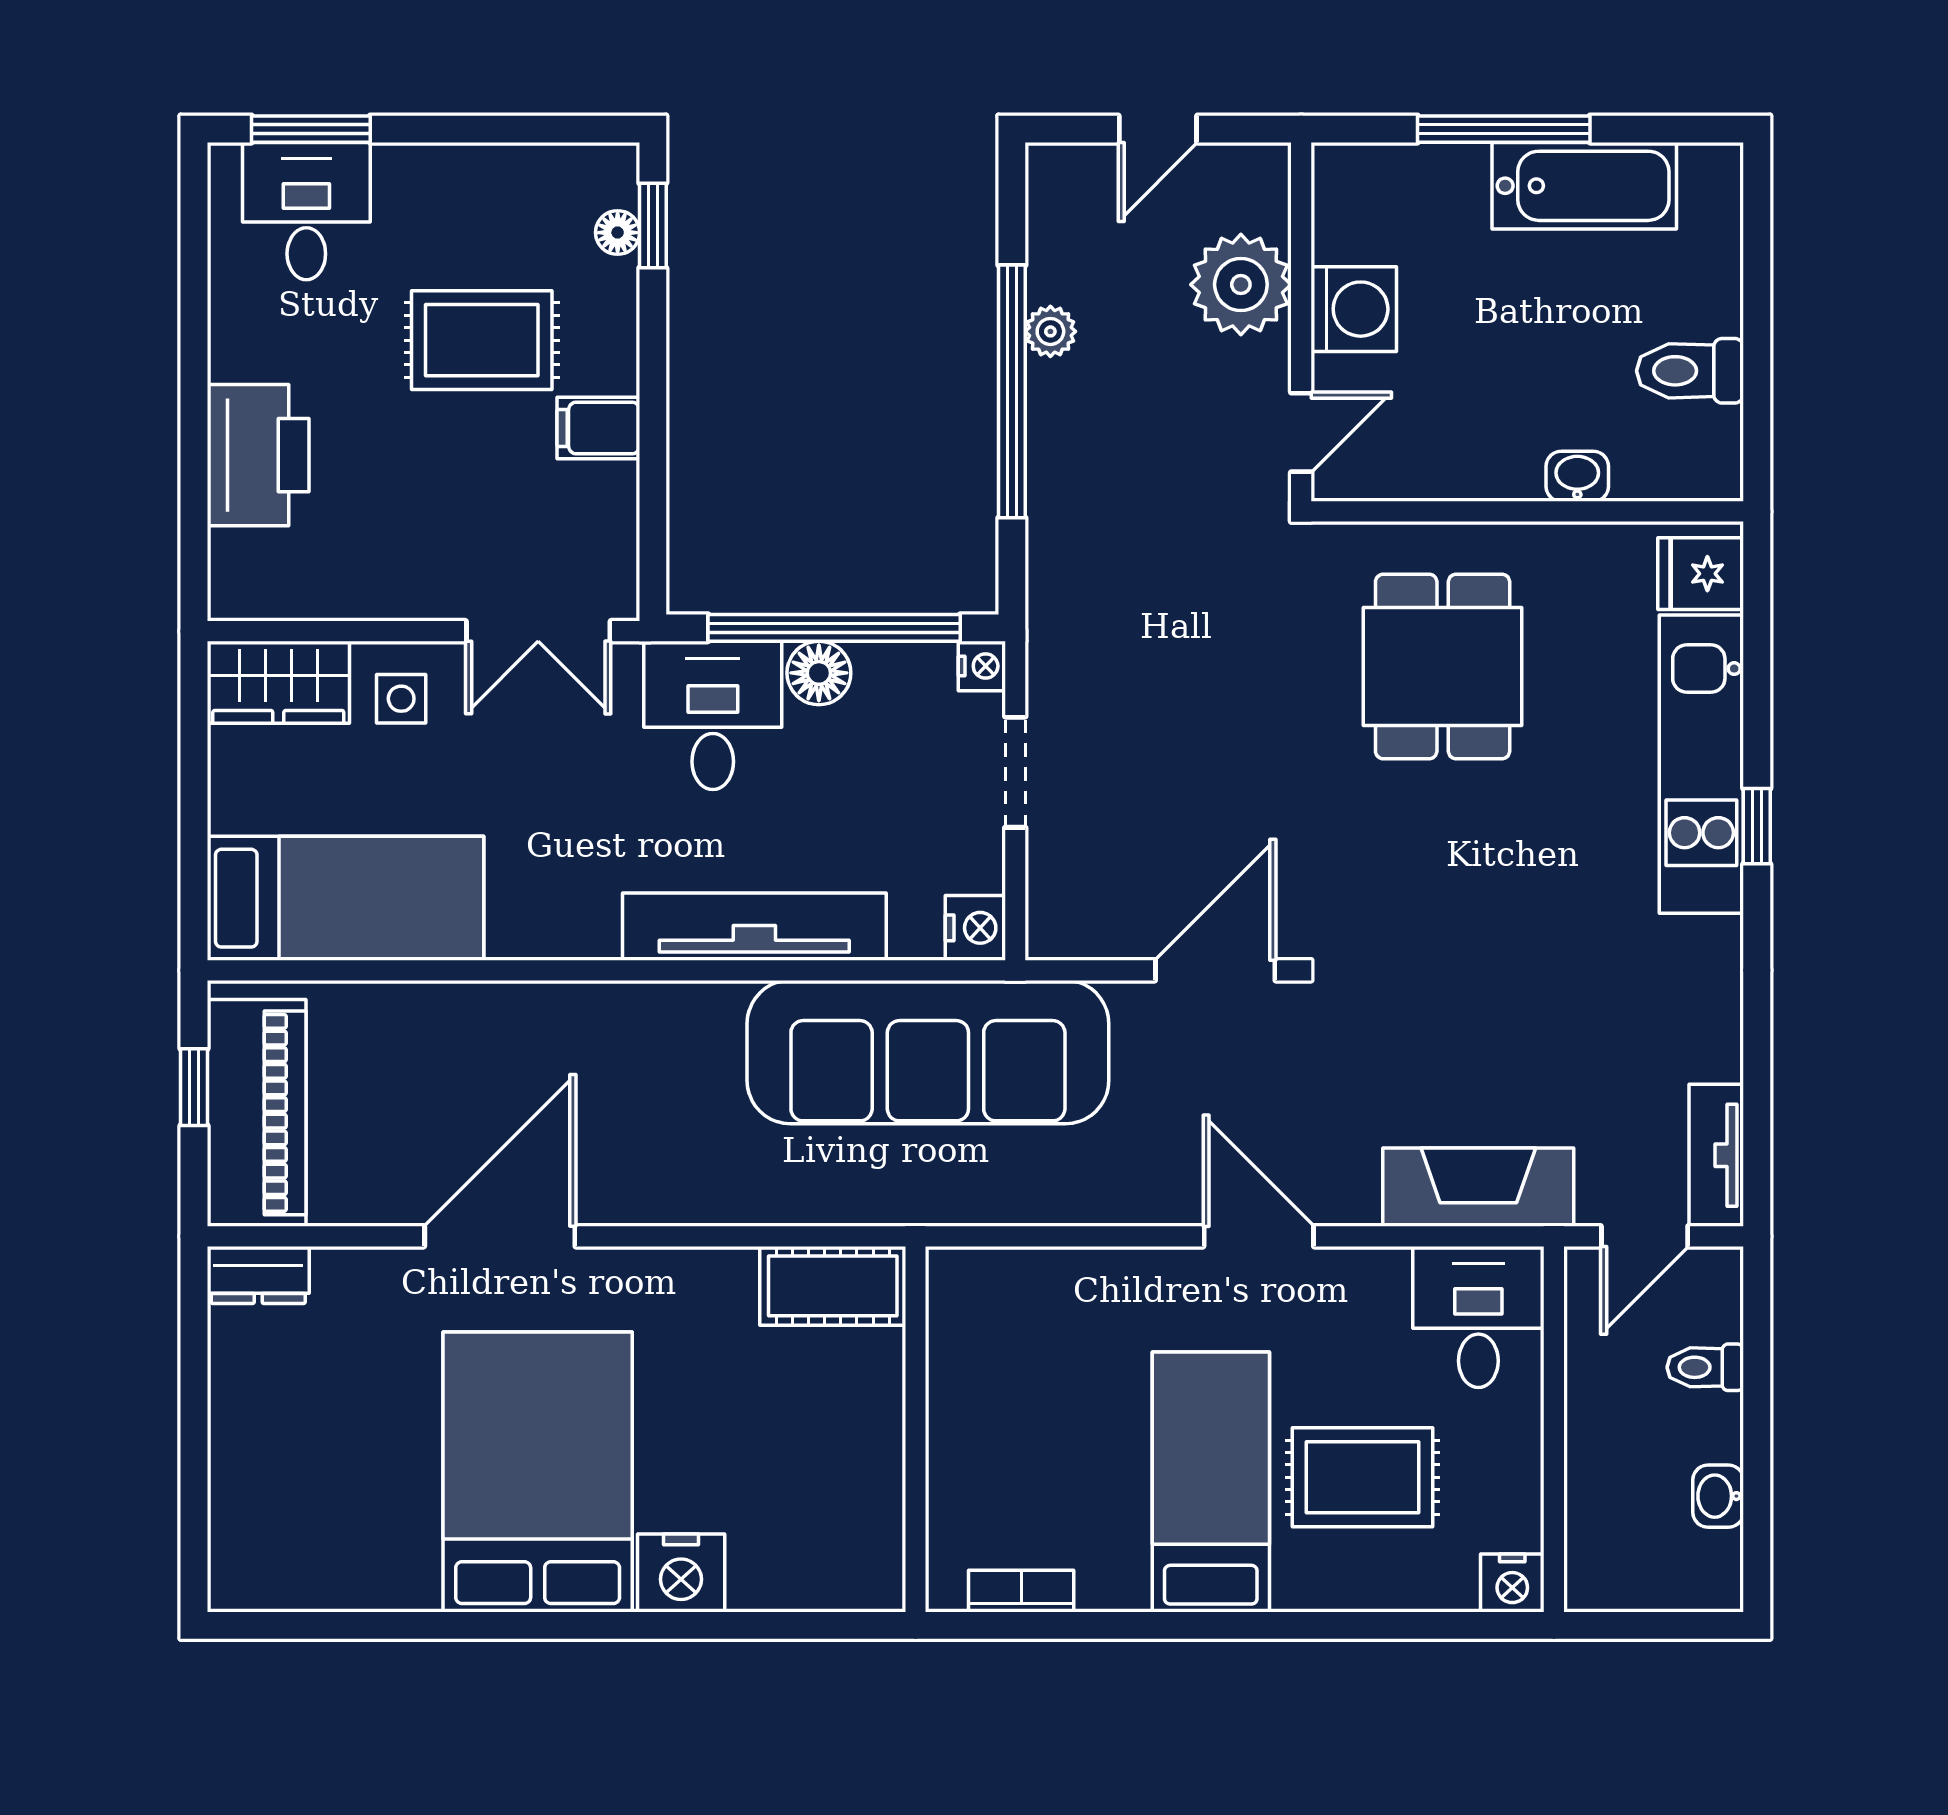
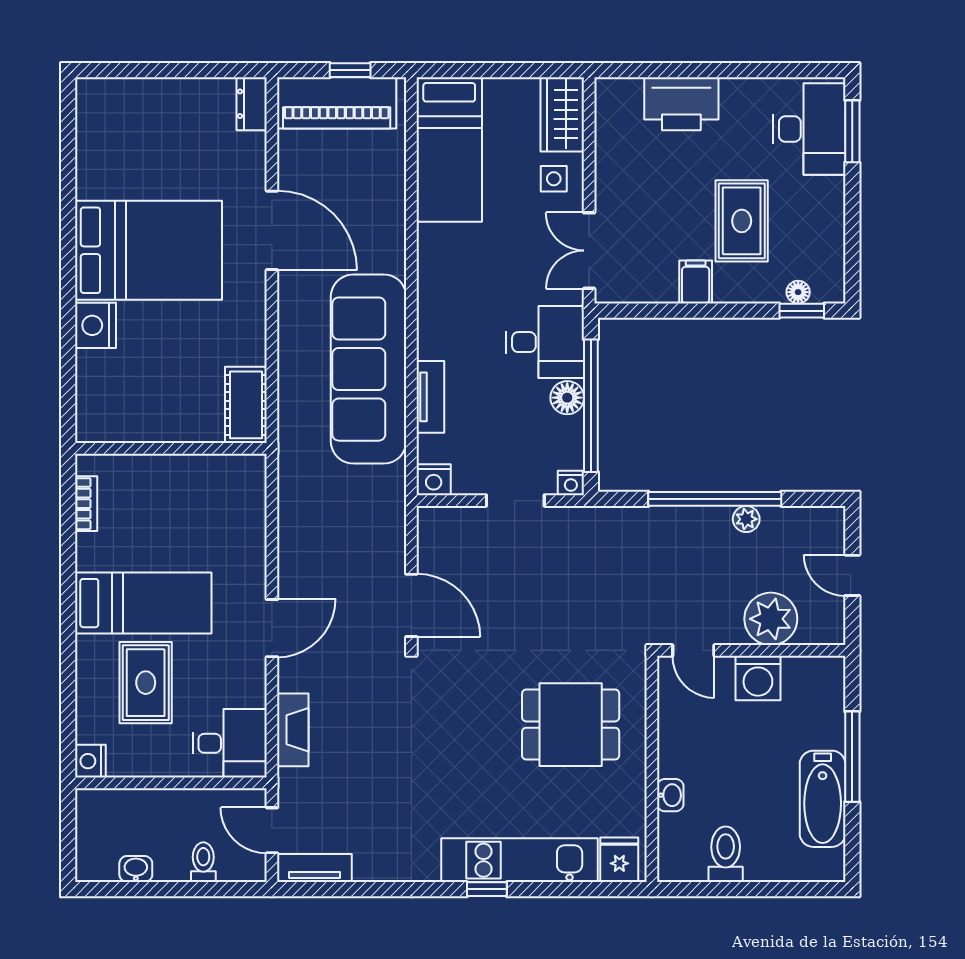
desk: (306, 211) -> (809, 129), width x1.37
tv unit: (754, 927) -> (430, 397), width x0.52, depth x0.78
sofa: (928, 1052) -> (369, 369), moved
fireplace: (1478, 1187) -> (293, 730), width x0.73, depth x0.76

